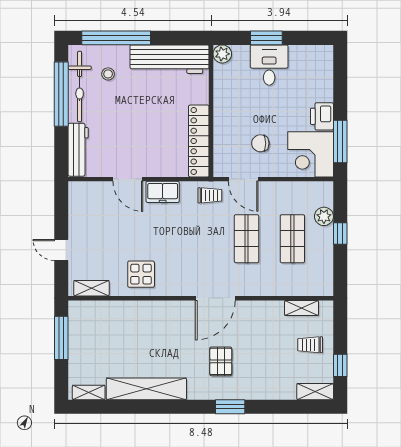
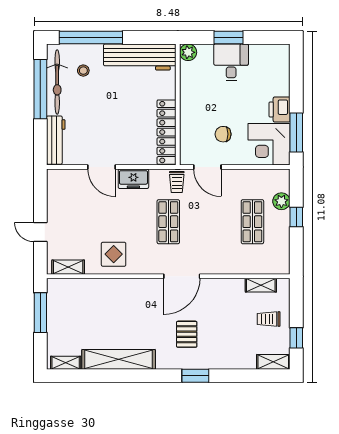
trolley: (210, 195) -> (177, 182), turned 90
shop shelf: (247, 239) -> (168, 222), moved

